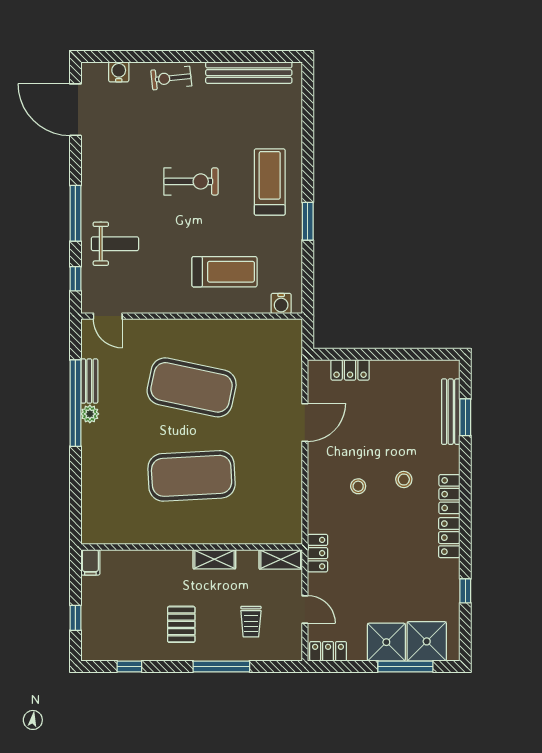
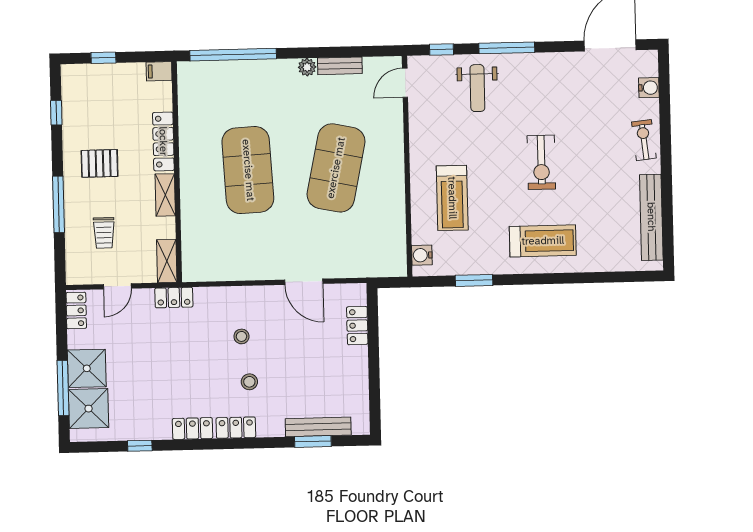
window: (308, 221) -> (474, 280), moved
window: (75, 403) -> (233, 55), moved
locker: (161, 560) -> (163, 141), added
trolley: (251, 622) -> (104, 233), turned -90

